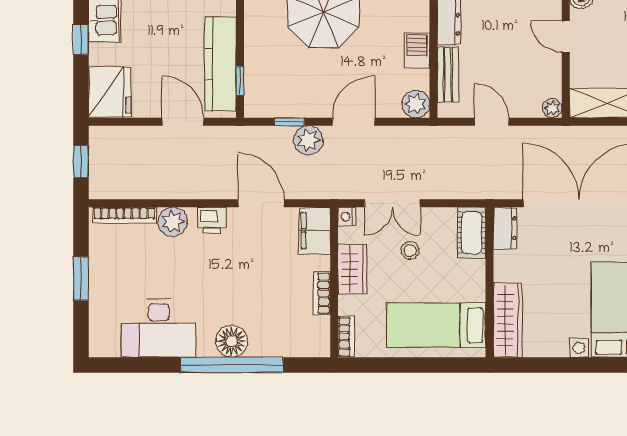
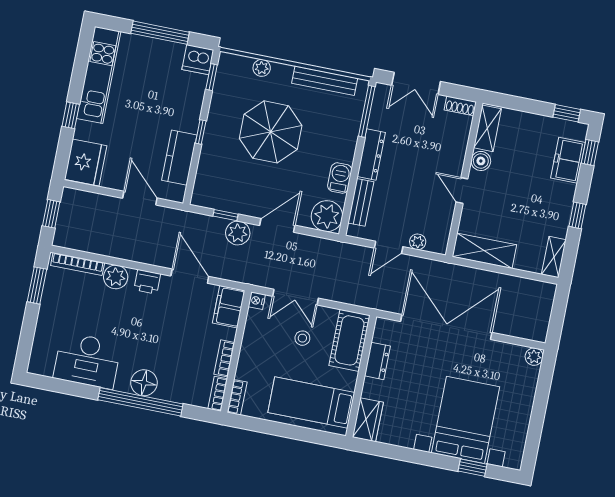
kitchen counter: (221, 64) -> (179, 158), width x0.67
window: (240, 81) -> (201, 132), moved
plant: (416, 104) -> (327, 216), width x1.36, depth x1.36
plant: (552, 108) -> (418, 242), moved
door: (492, 122) -> (389, 247), swing flipped
dresser: (505, 228) -> (377, 361), moved
cot: (472, 233) -> (349, 340), width x1.37, depth x1.34
wardrobe: (352, 269) -> (253, 344), removed
window: (81, 279) -> (37, 285), moved
wardrobe: (508, 320) -> (368, 420), width x0.67
bookcase: (322, 337) -> (218, 394), added

